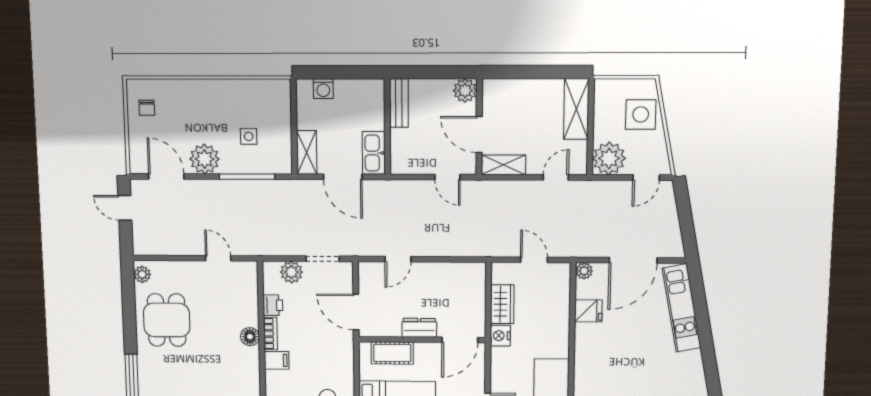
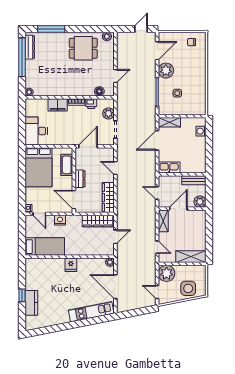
bench: (399, 103) -> (194, 180), moved
wall: (387, 127) -> (182, 174), moved
kitchen sink: (374, 153) -> (169, 167), moved
door: (447, 177) -> (157, 193), hinge flipped
wardrobe: (456, 273) -> (108, 198), added
wardrobe: (502, 304) -> (98, 221), width x1.50
fridge: (588, 311) -> (71, 265), moved
nightstand: (500, 336) -> (60, 220), moved
floor lamp: (250, 337) -> (99, 91), moved
filing cabinet: (277, 360) -> (58, 105), width x2.00

